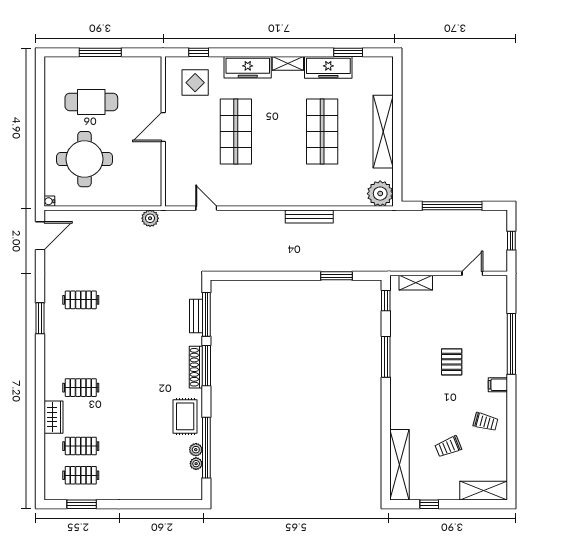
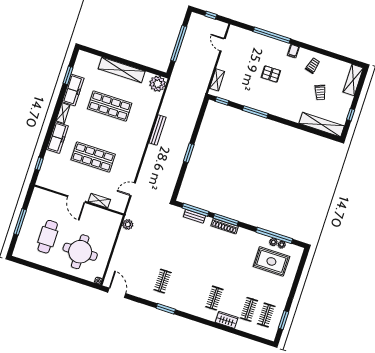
display table: (195, 83) -> (56, 172), removed
shelving: (172, 163) -> (99, 201), added
window: (337, 276) -> (189, 153), moved
rug: (185, 416) -> (271, 261), moved, width x1.36, depth x1.43

